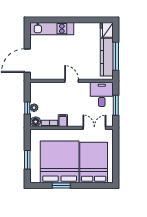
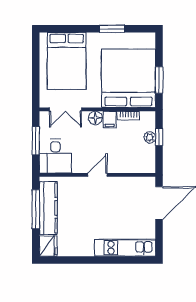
door: (72, 81) -> (97, 175), swing flipped
floor lamp: (36, 122) -> (95, 118), moved
window: (27, 160) -> (159, 80), moved
bed: (60, 162) -> (128, 78), moved, turned 180

